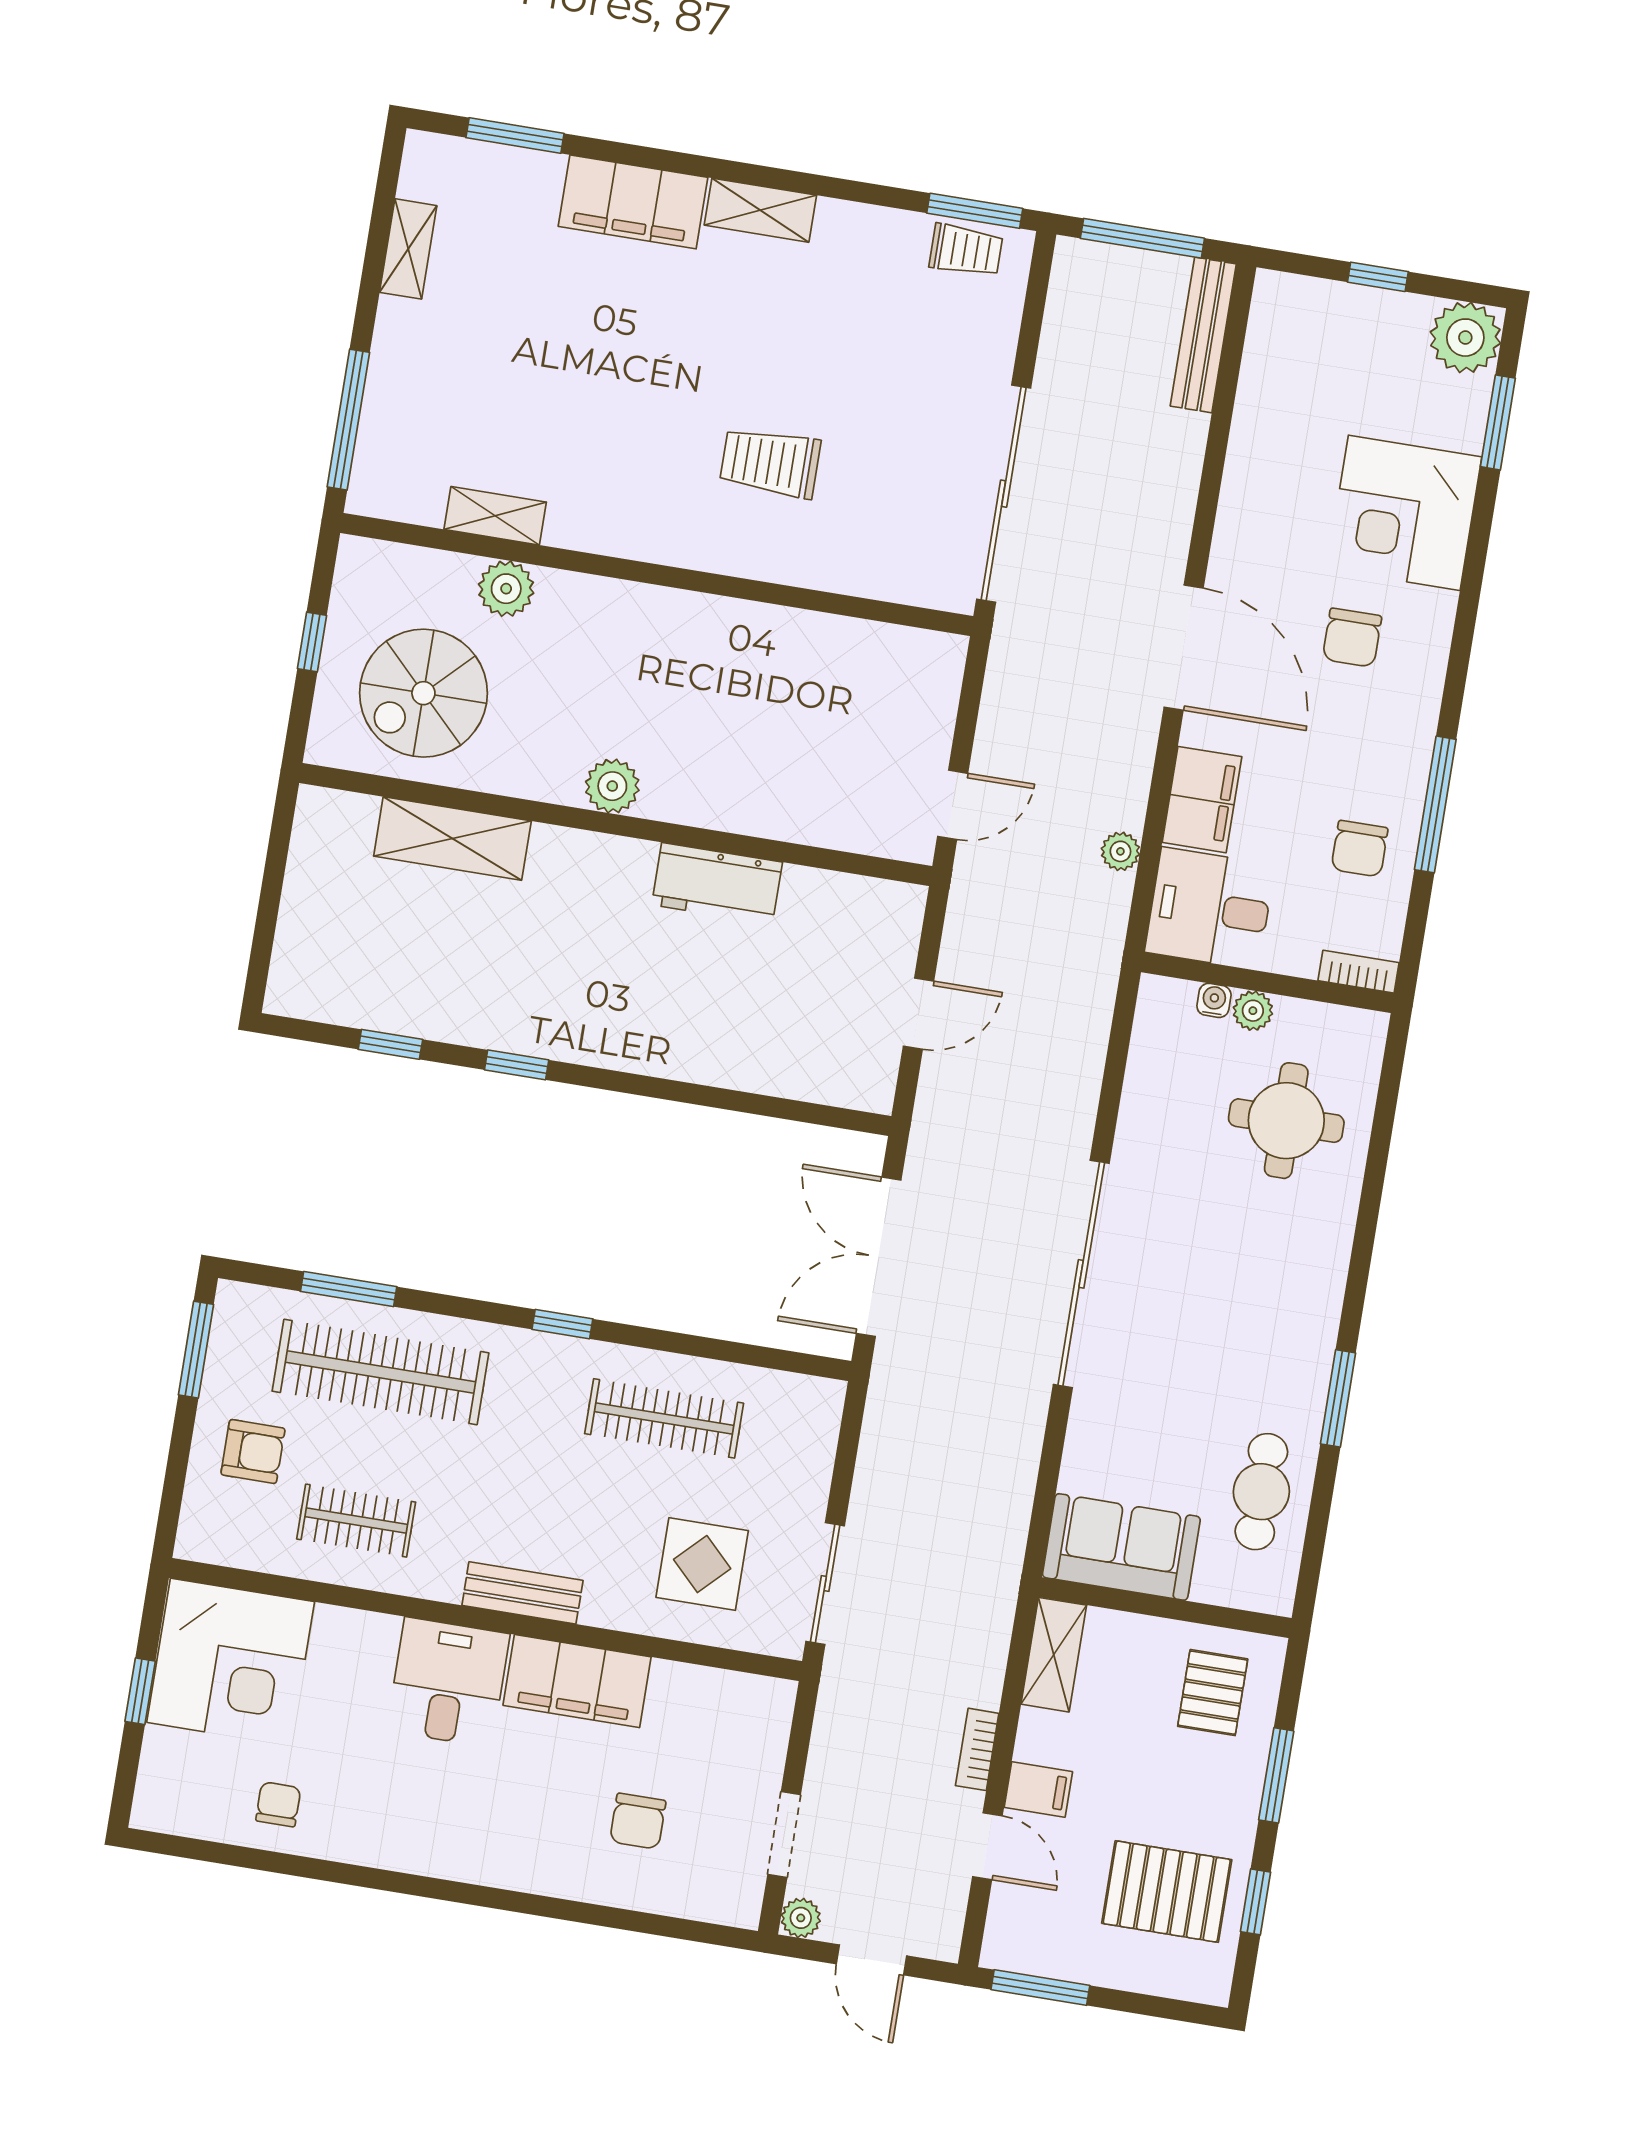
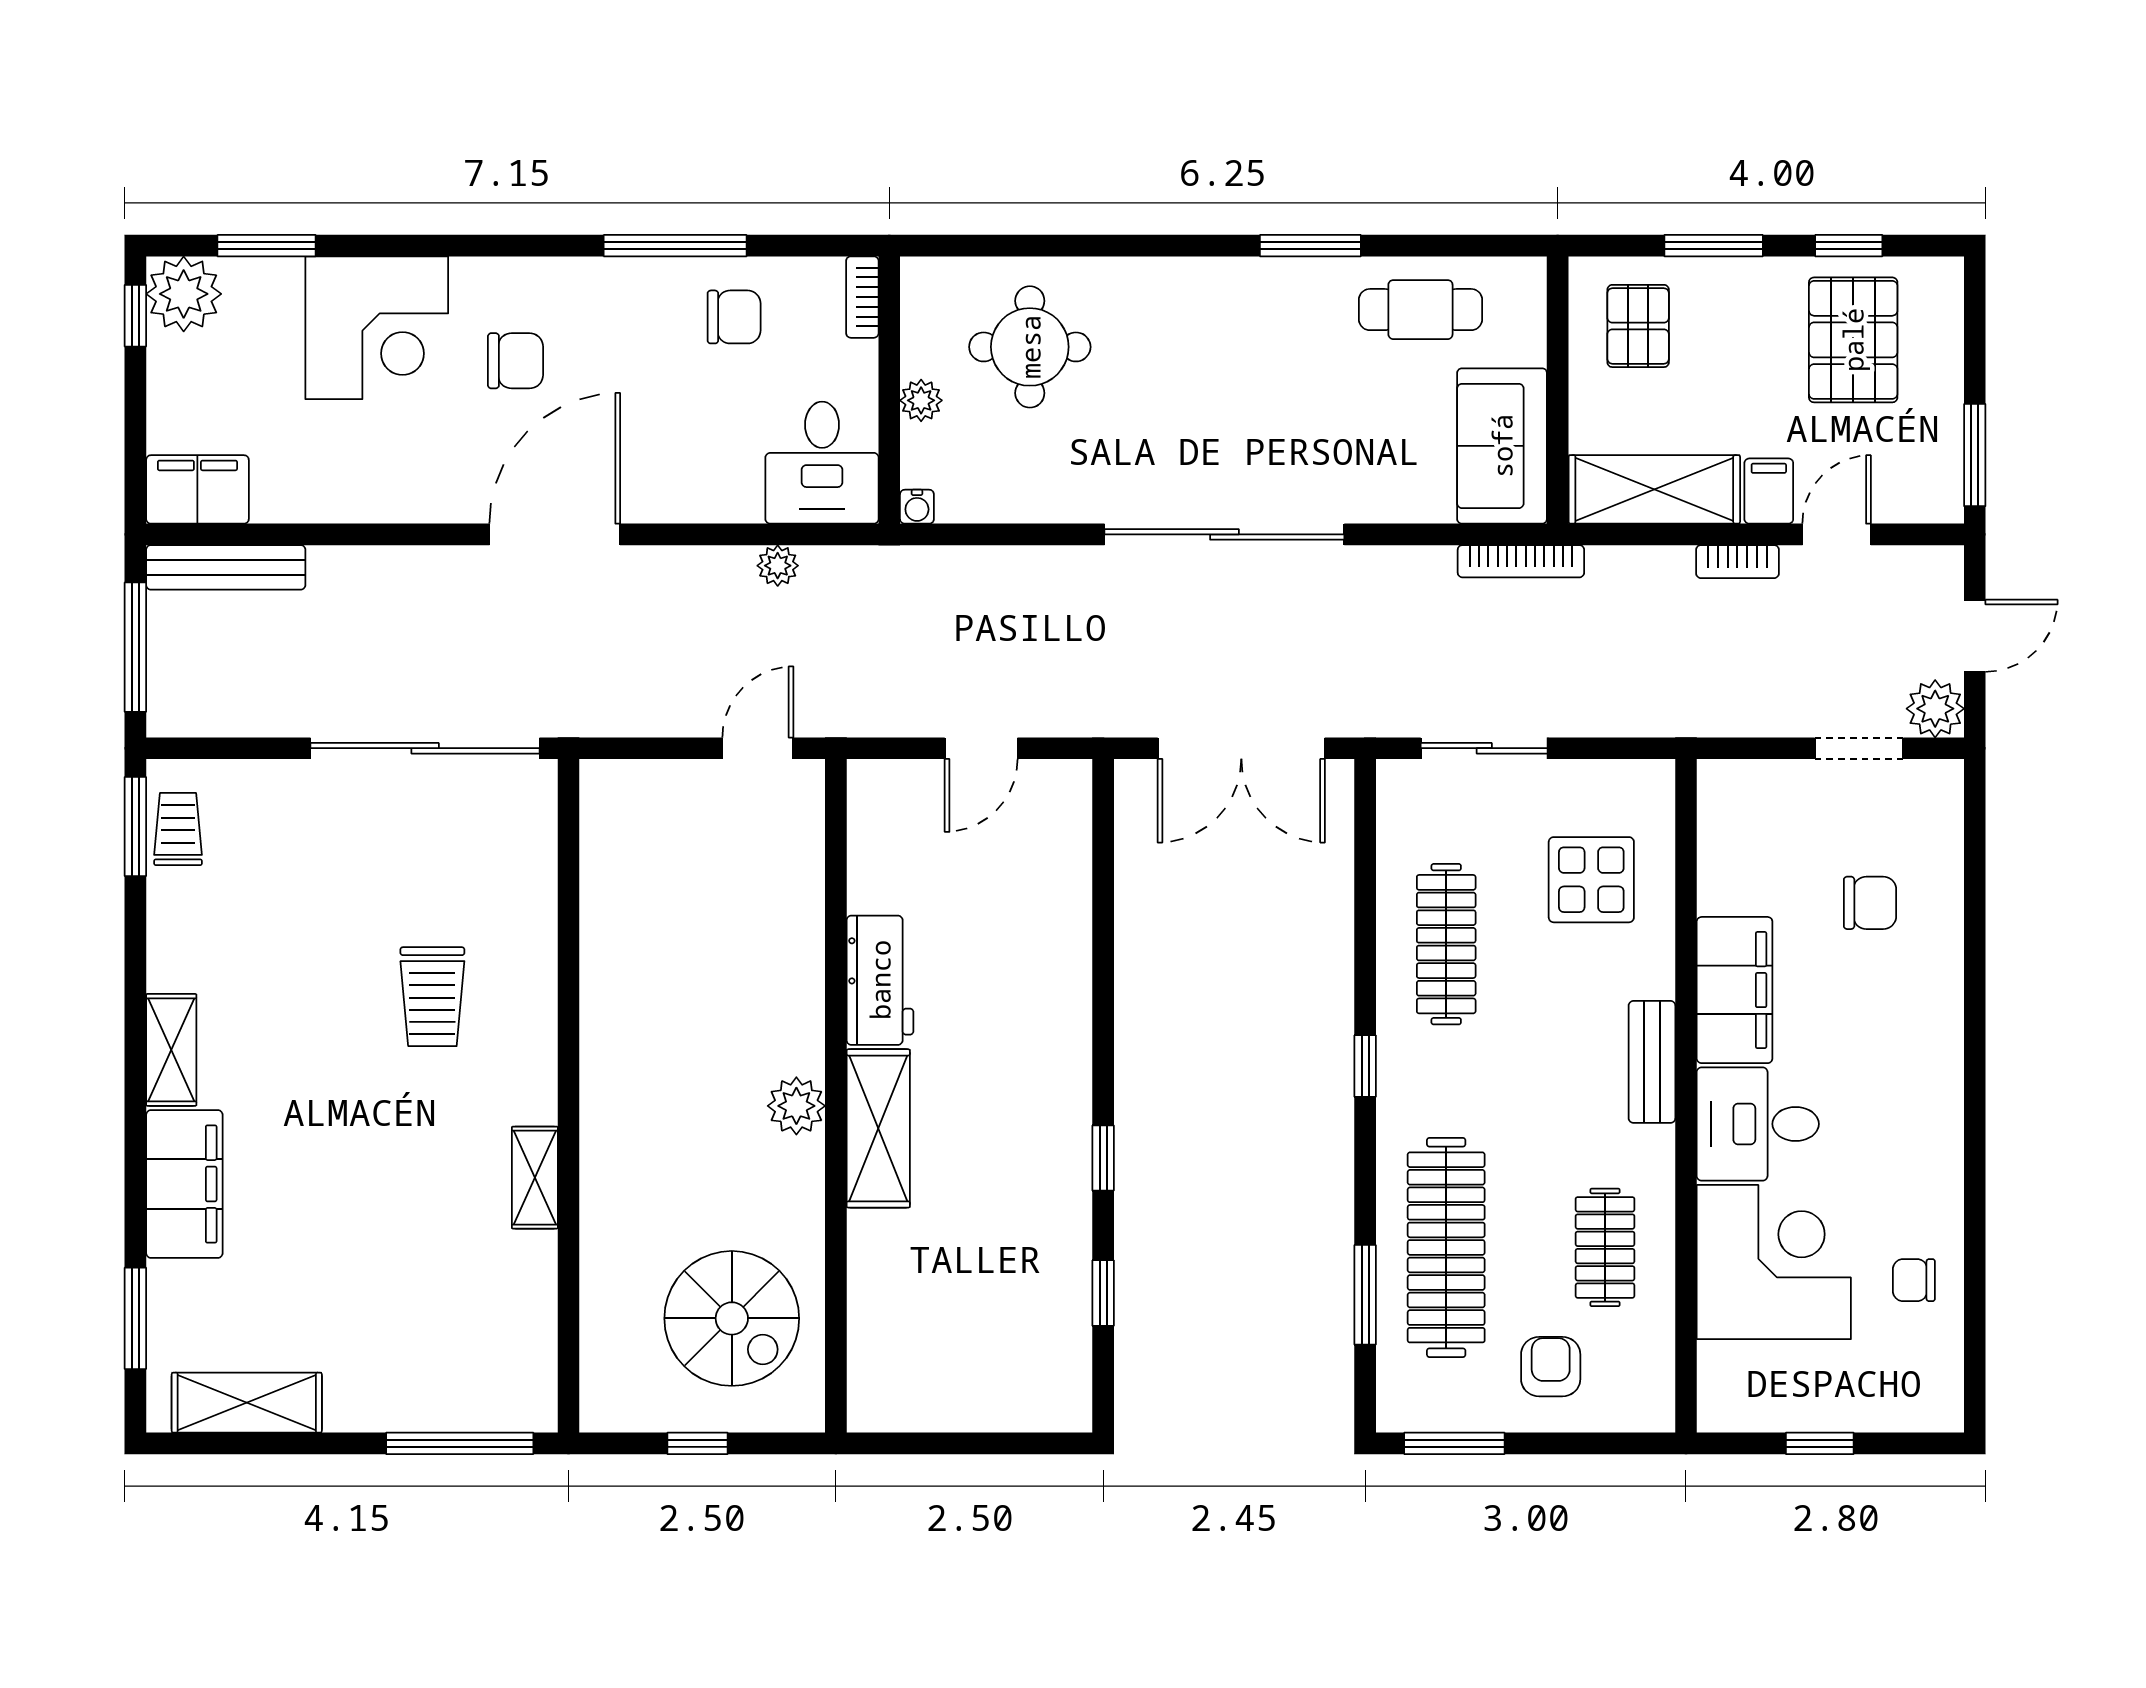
shelving: (408, 249) -> (247, 1403), width x1.50, depth x1.33
window: (1378, 277) -> (135, 316), moved
shelving: (495, 516) -> (535, 1178), moved
plant: (506, 589) -> (609, 1250), removed
filing cabinet: (1202, 800) -> (197, 489), moved
door: (953, 805) -> (758, 748), hinge flipped
shelving: (452, 839) -> (878, 1128), moved
water cooler: (1214, 1000) -> (917, 507), moved, turned -90
door: (918, 1014) -> (981, 748), swing flipped
bookcase: (1011, 1547) -> (1521, 561), added
sliding door: (825, 1584) -> (1484, 748), moved
shelving: (1054, 1655) -> (1654, 489), width x1.50, depth x1.33
corner desk: (231, 1662) -> (1774, 1262), moved
pallet: (1213, 1693) -> (1638, 326), turned 90
plant: (801, 1918) -> (1935, 709), width x1.38, depth x1.38

